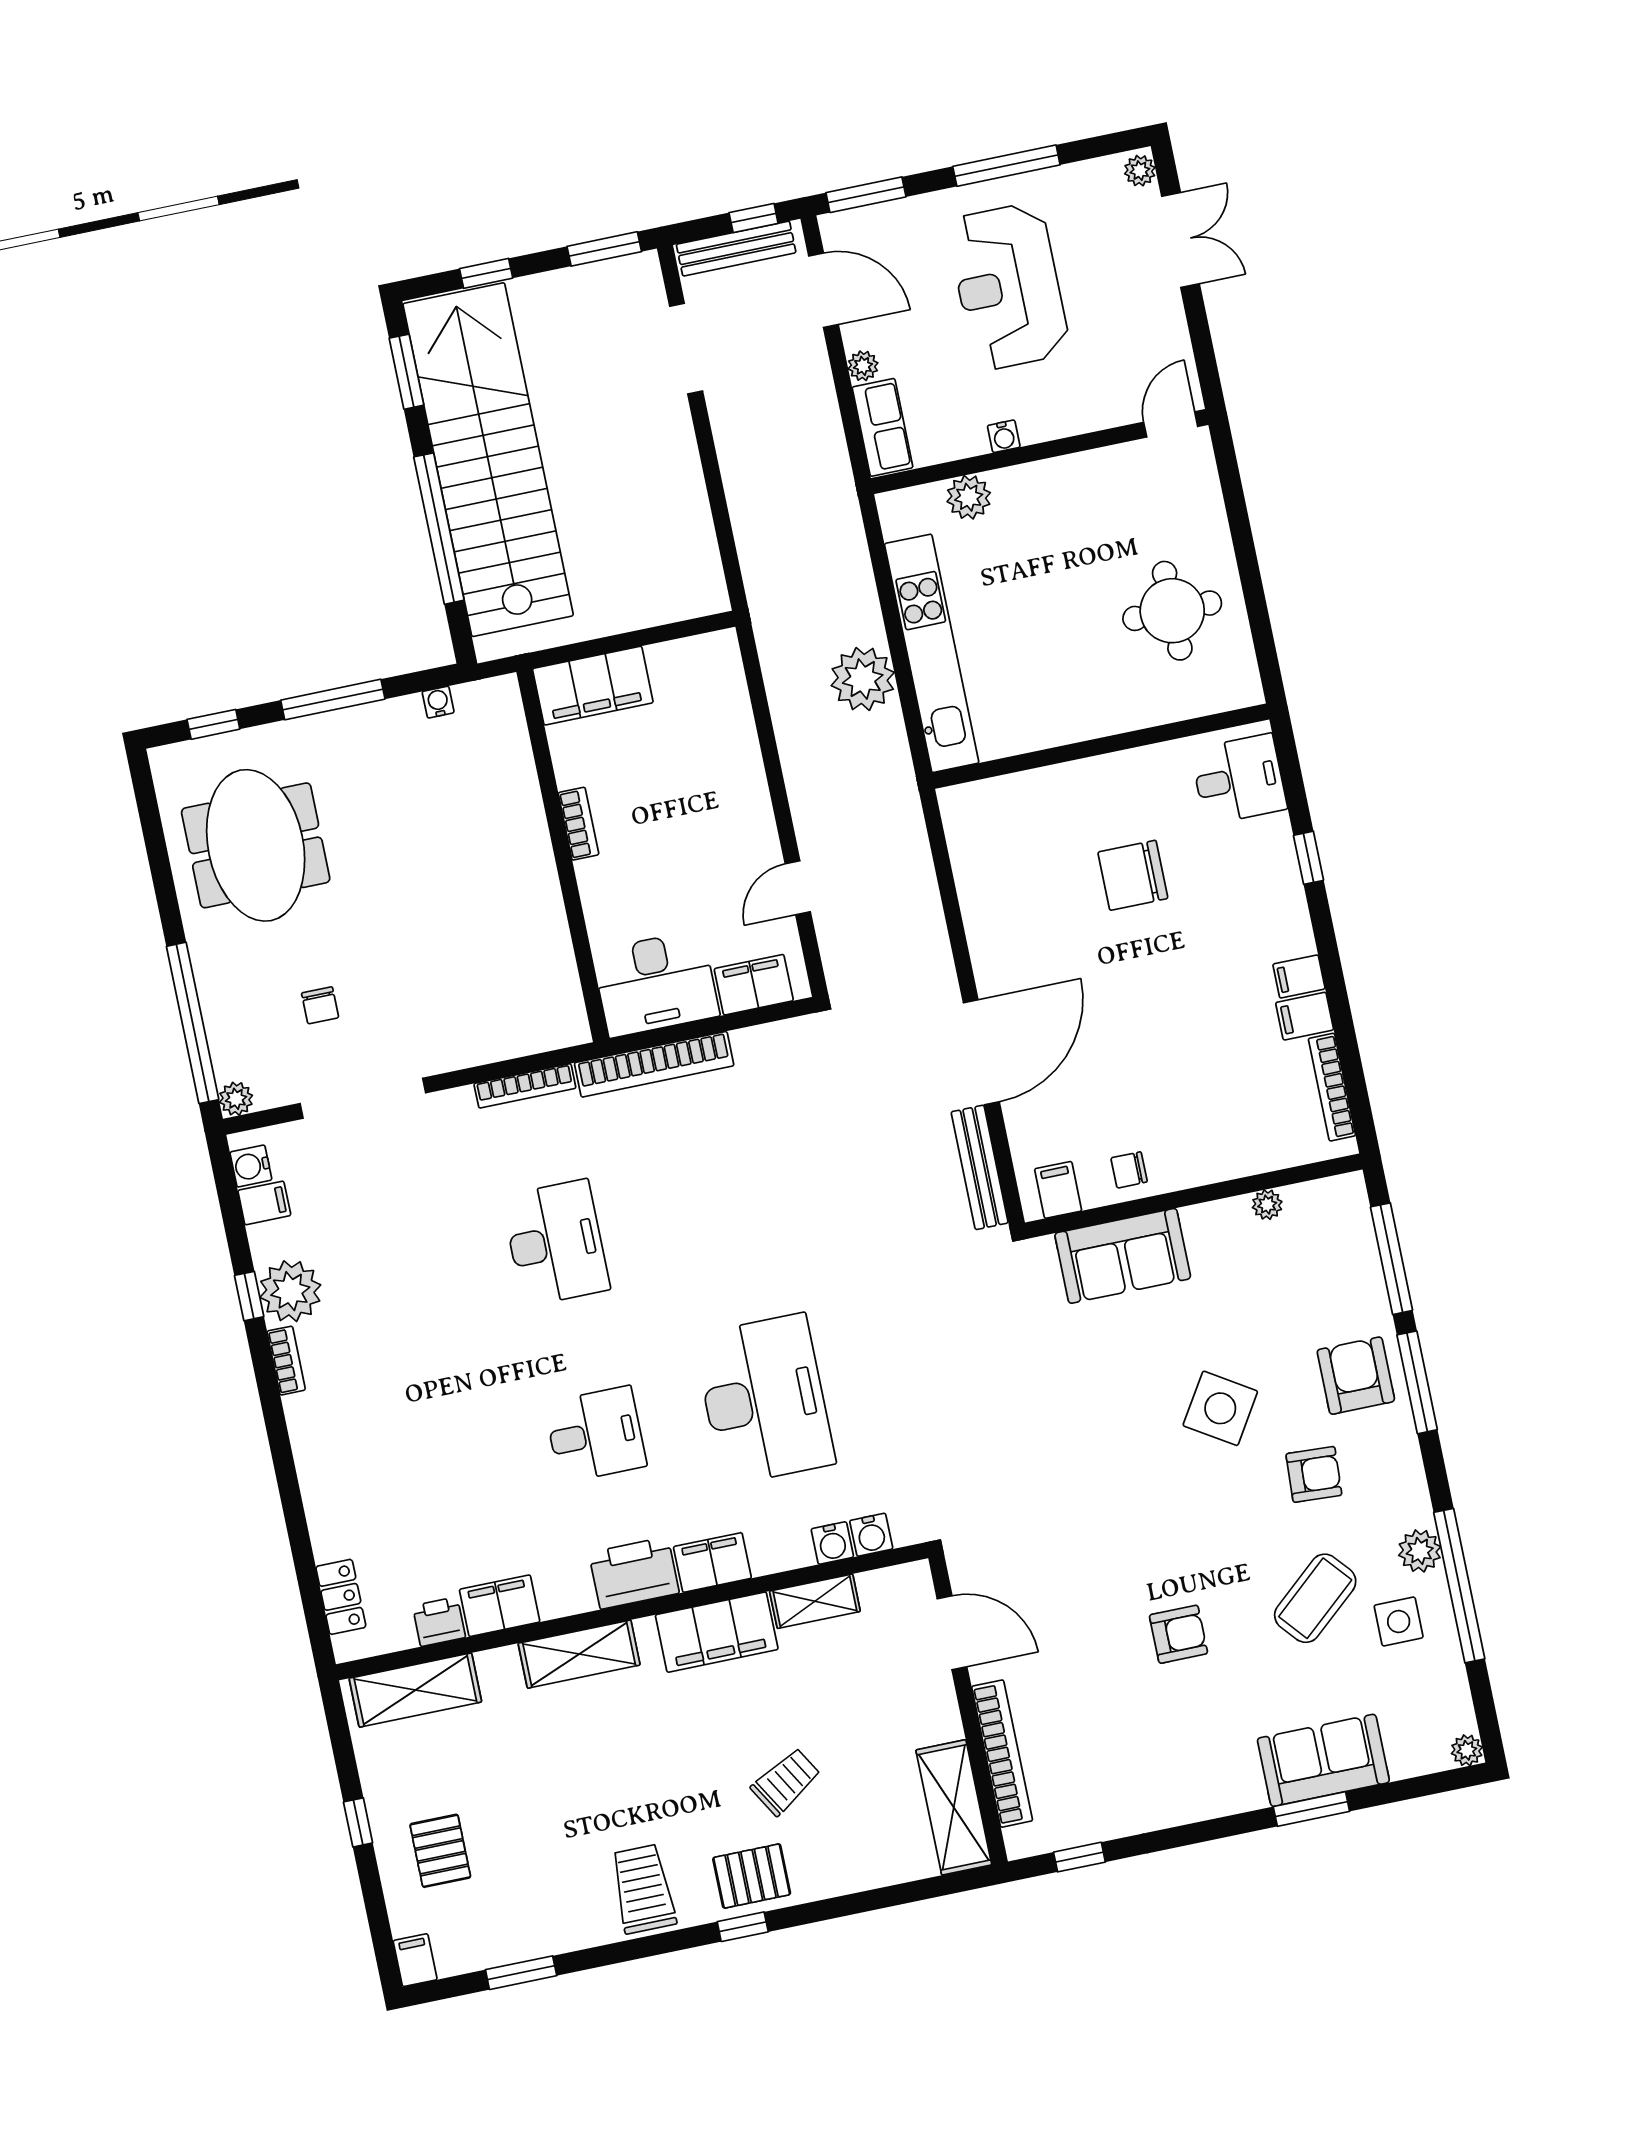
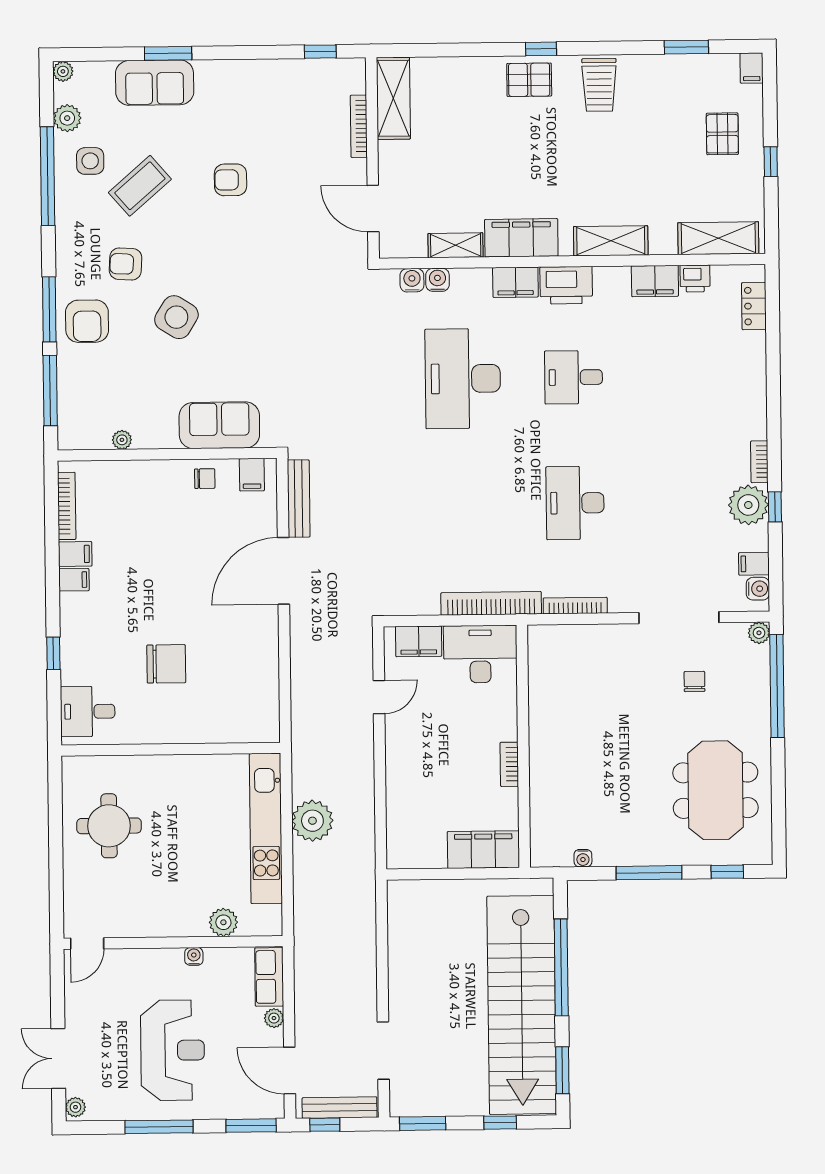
plant: (1420, 1551) -> (67, 118), moved
bookcase: (1002, 1754) -> (359, 126), width x0.68, depth x0.76
trolley: (786, 1782) -> (496, 135), removed

